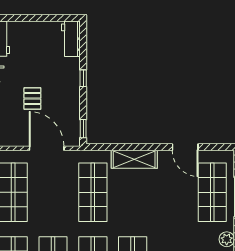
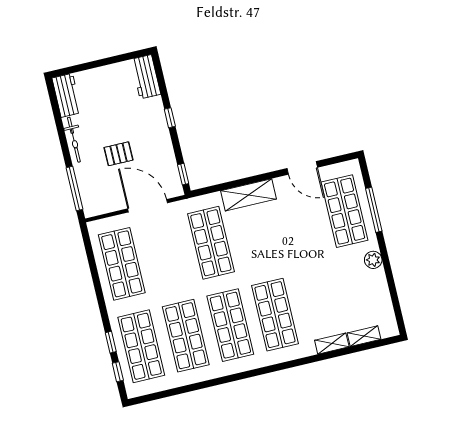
pallet: (32, 99) -> (118, 154), turned 90

